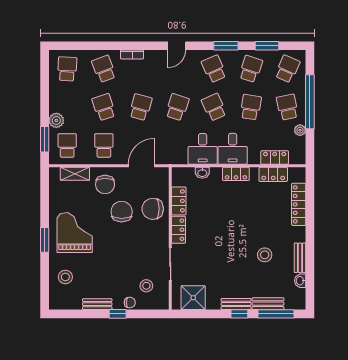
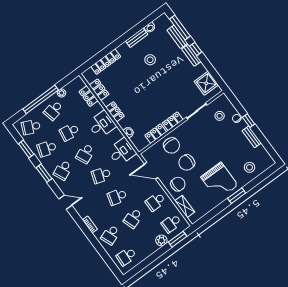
desk: (203, 149) -> (122, 152), moved
grand piano: (75, 233) -> (219, 181), turned -90

